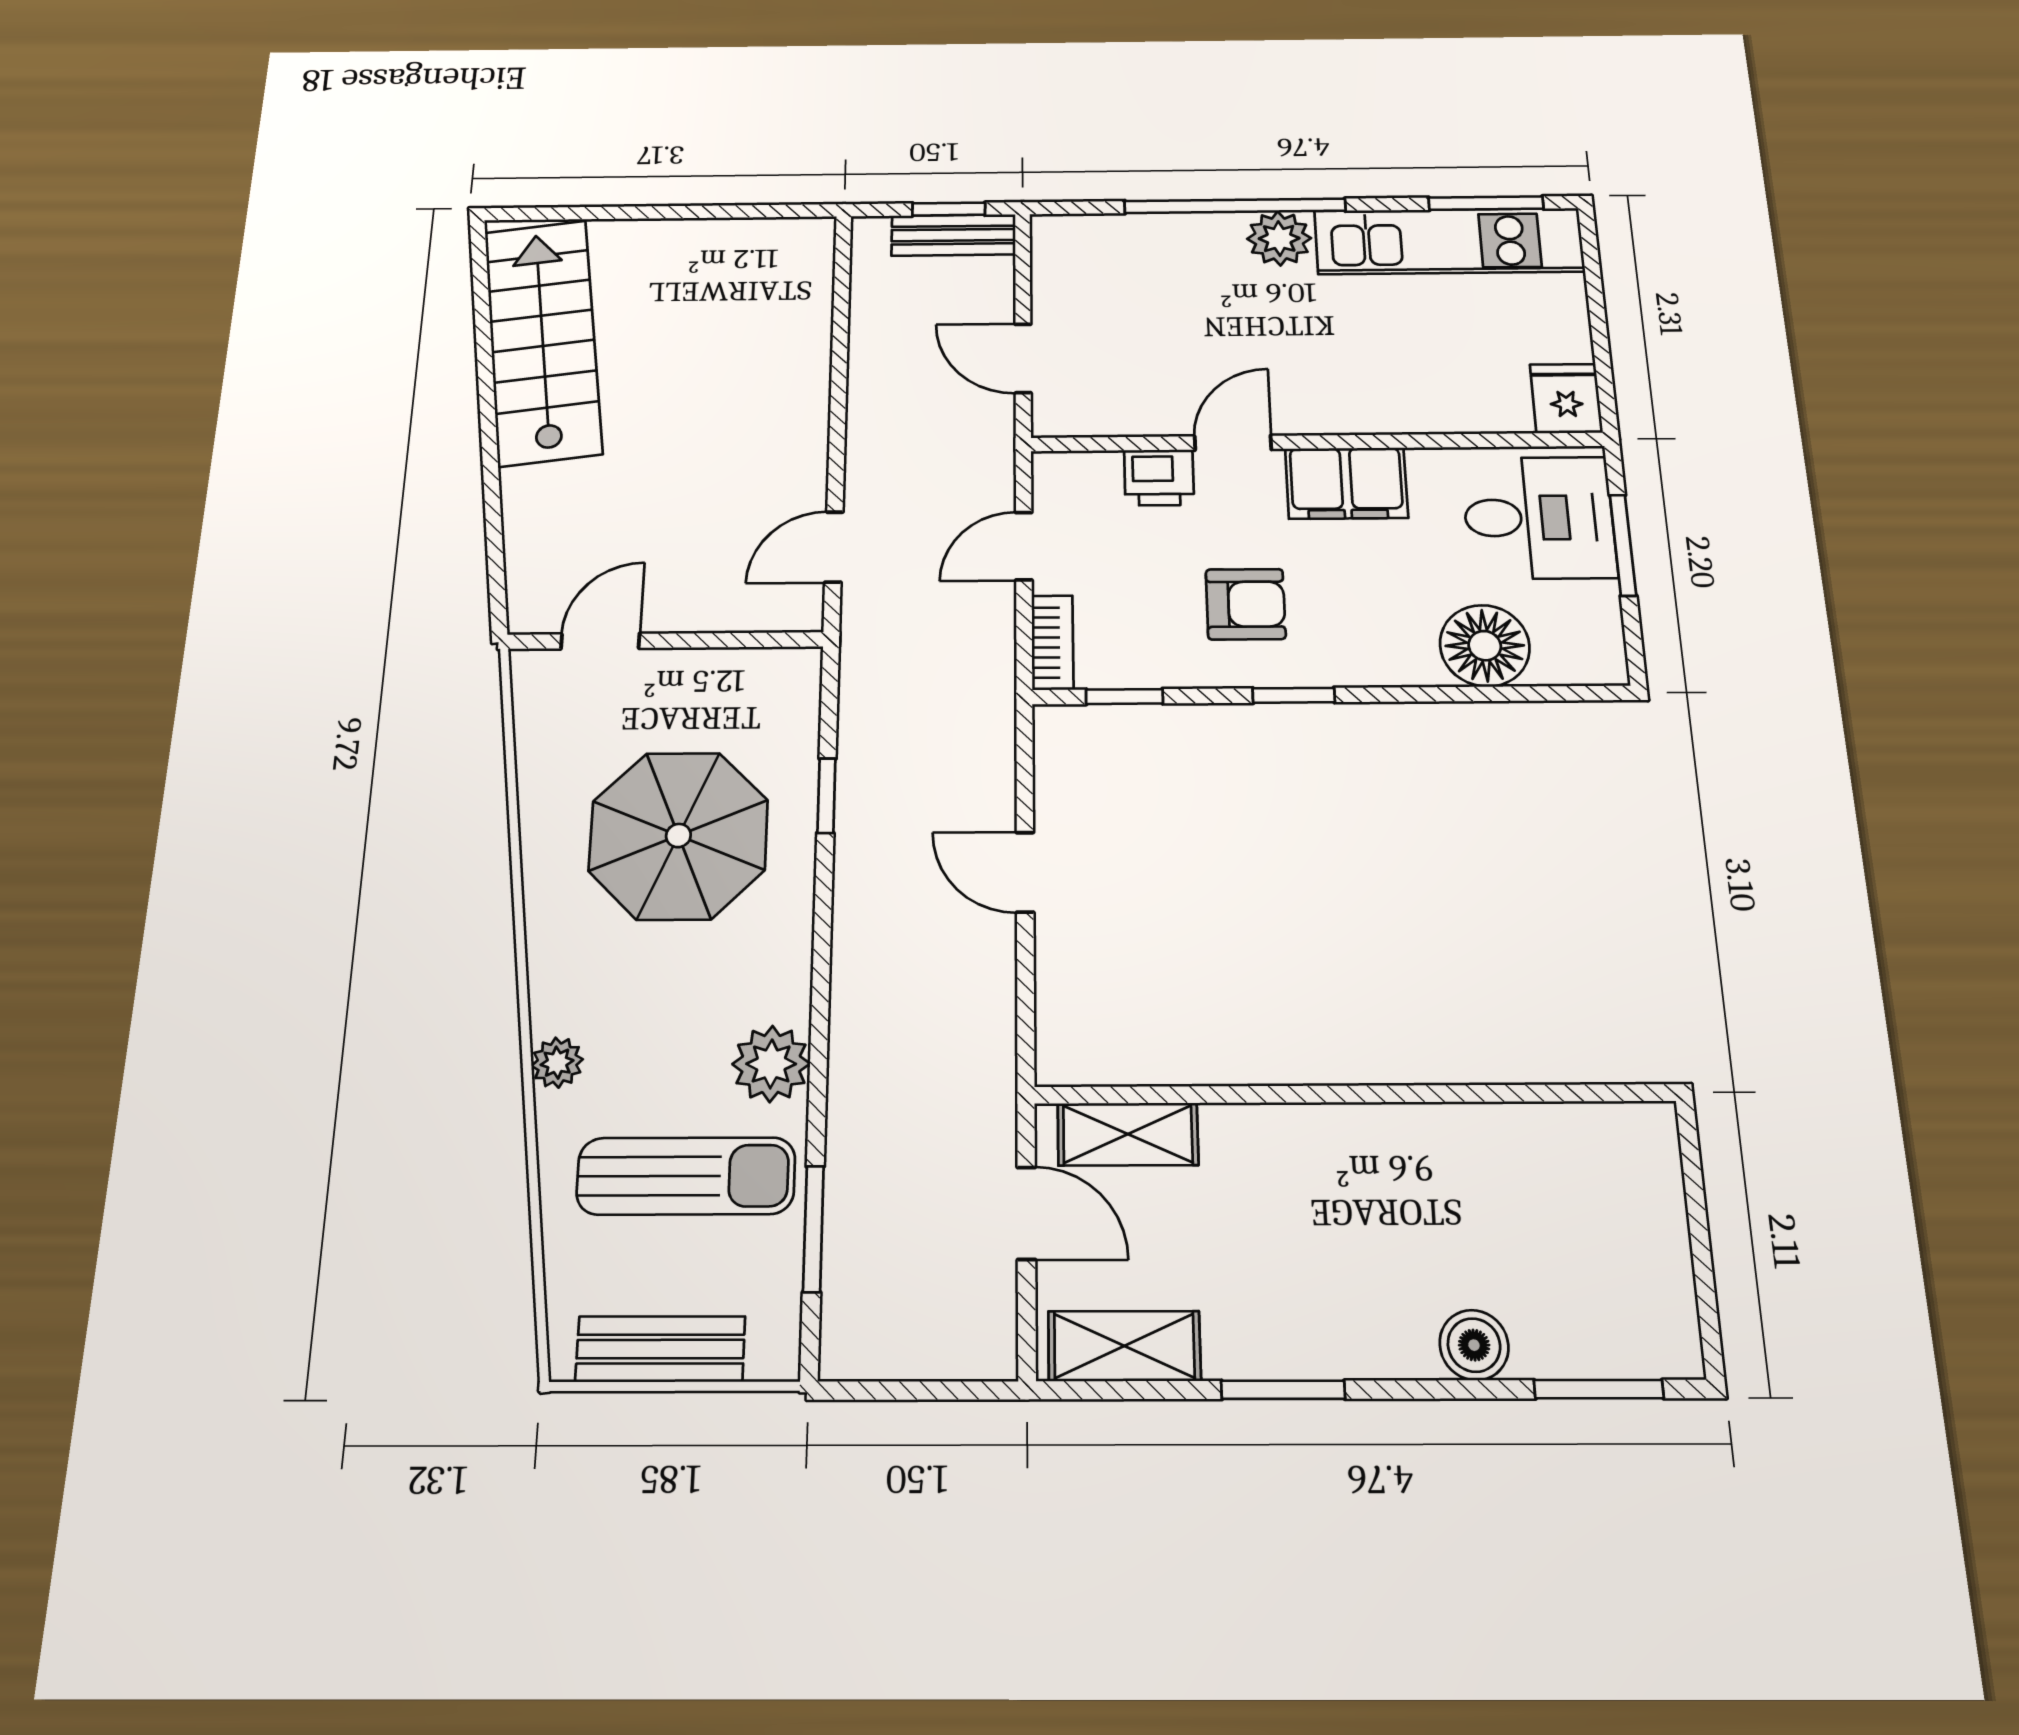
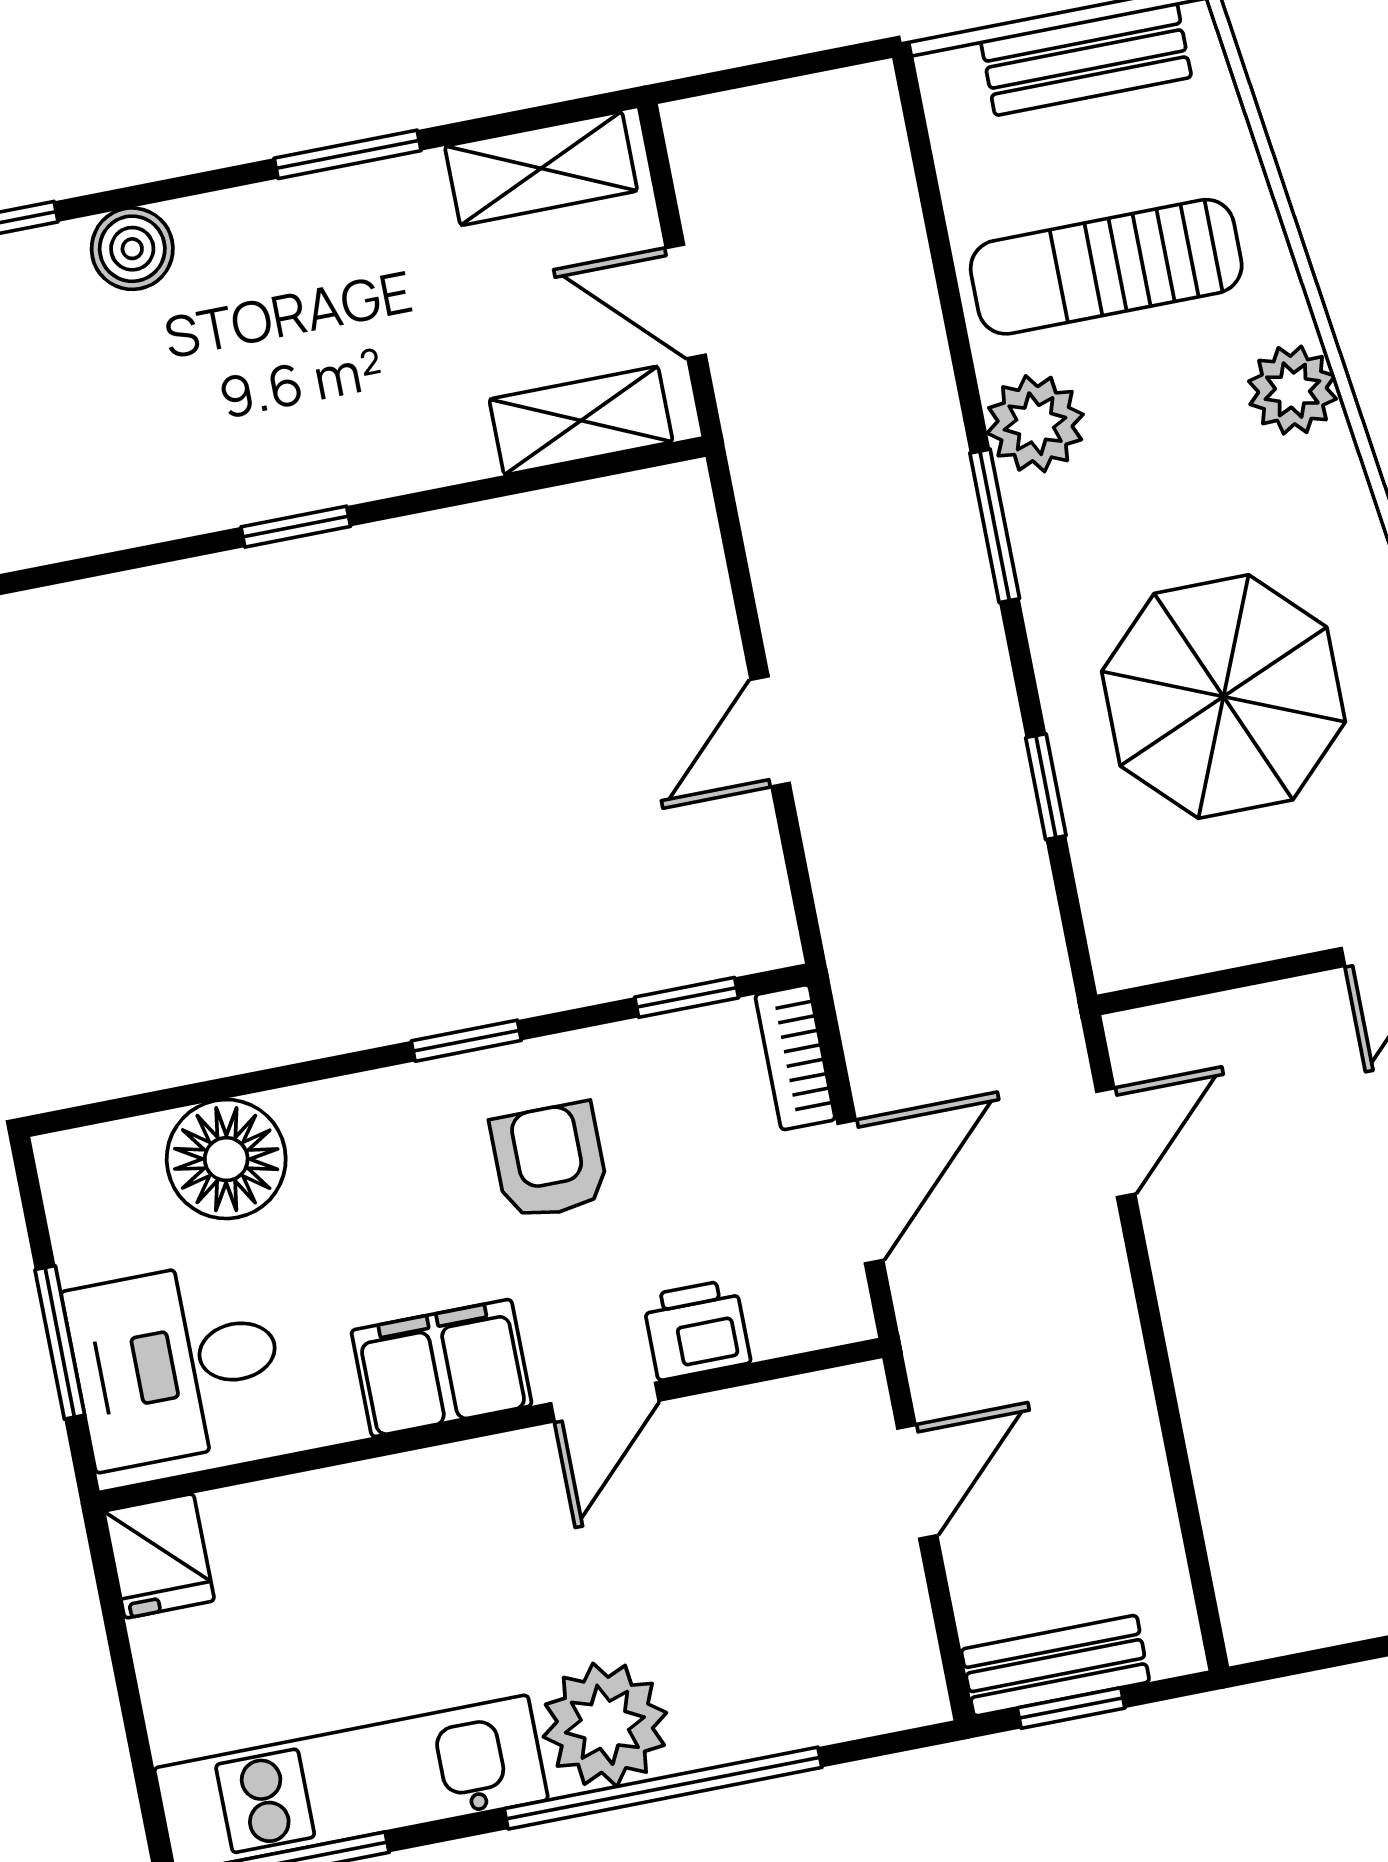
plant: (1279, 238) -> (605, 1725), width x1.36, depth x1.36
door: (1023, 358) -> (917, 1482), hinge flipped
door: (1024, 546) -> (860, 1192), width x1.38
armchair: (1246, 604) -> (549, 1161), turned 90
door: (1025, 872) -> (770, 731), swing flipped
plant: (557, 1063) -> (1292, 390), width x1.38, depth x1.38
window: (1369, 1094) -> (296, 527), added
window: (813, 1229) -> (995, 526), moved

